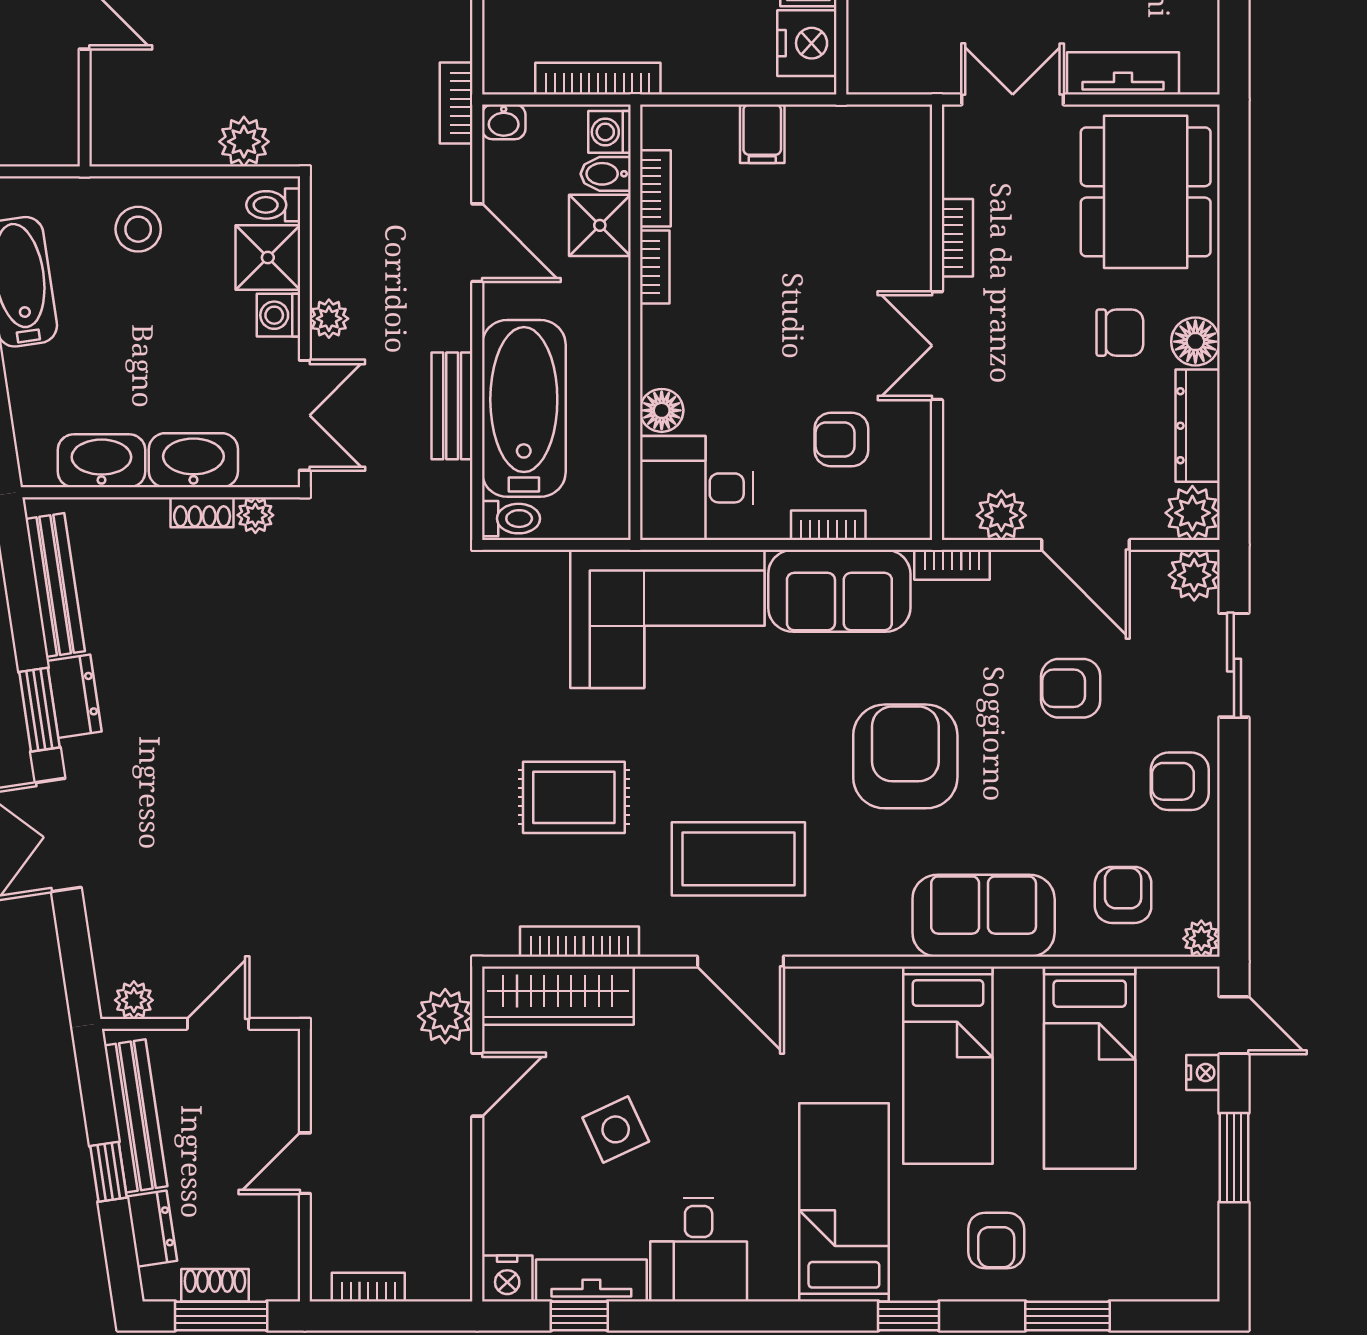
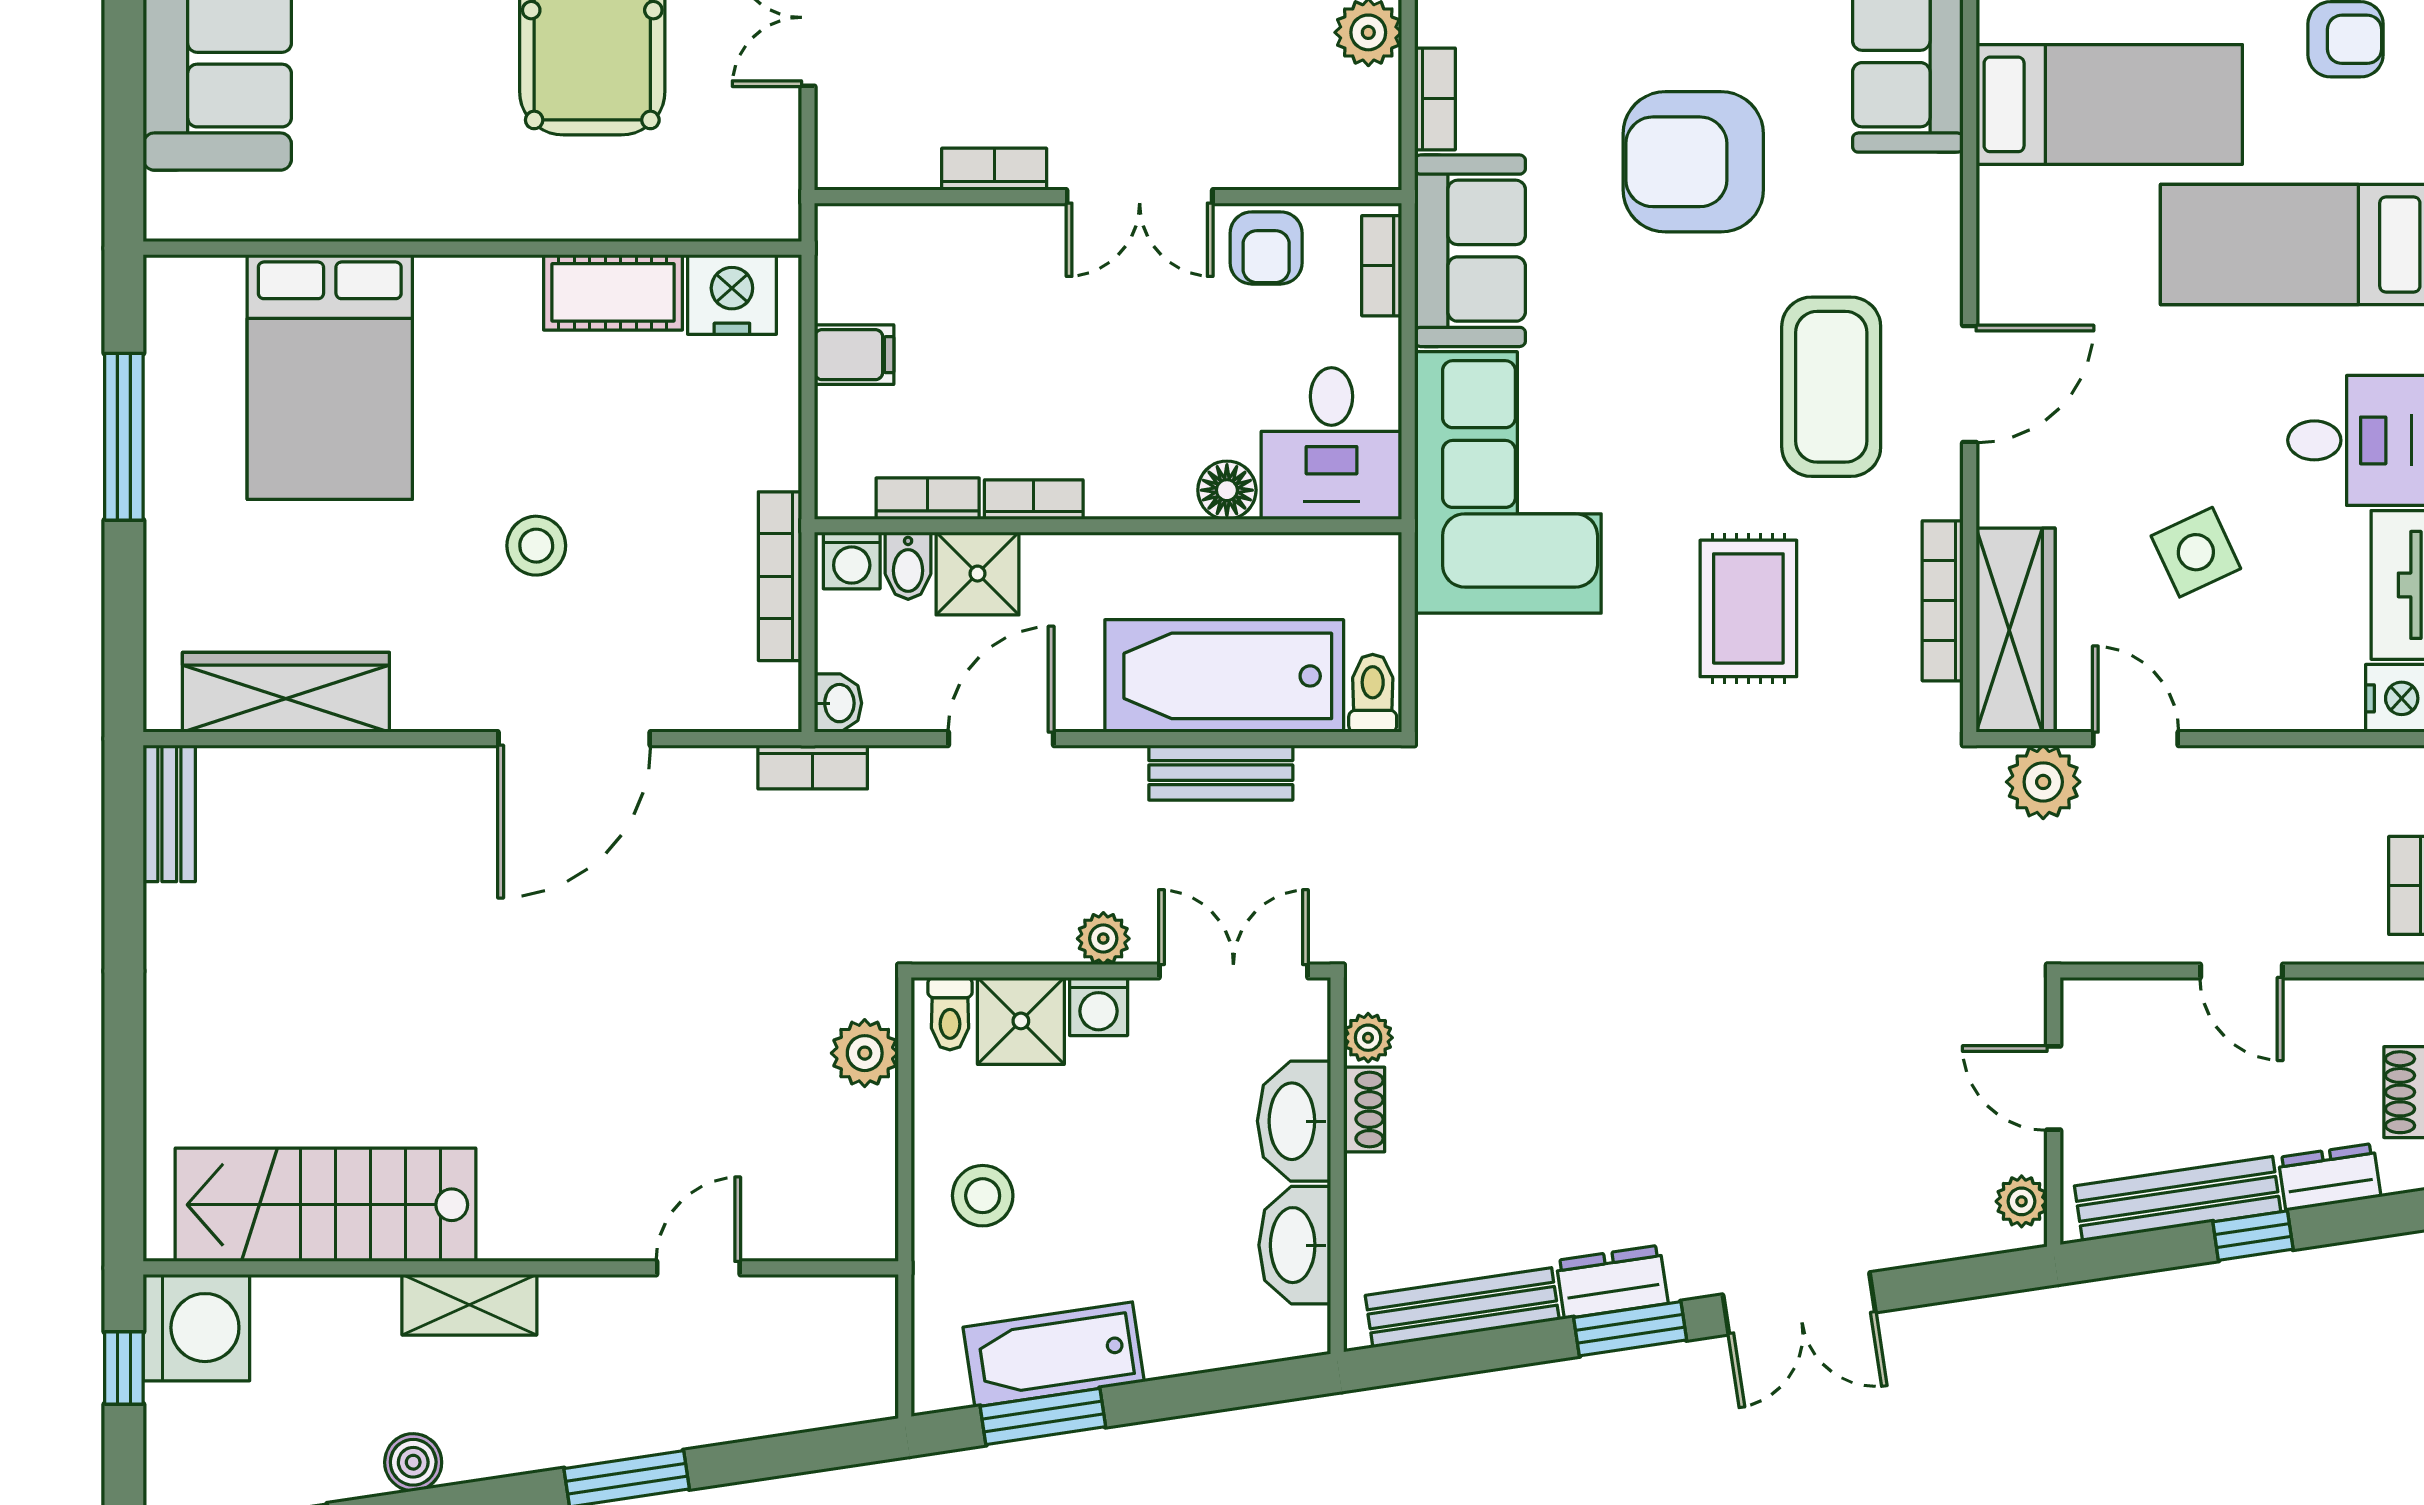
bookcase: (957, 238) -> (994, 169), moved
wall: (937, 322) -> (1108, 197), moved
double door: (937, 346) -> (1140, 197), moved

